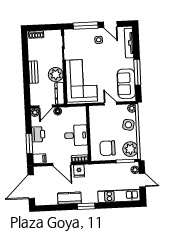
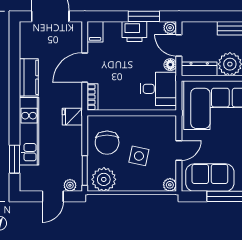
side table: (128, 125) -> (139, 156), moved
desk: (76, 135) -> (158, 89), moved, turned -90
window: (29, 144) -> (144, 16), moved
chair: (108, 148) -> (107, 143), turned 180
fridge: (79, 171) -> (72, 117), moved
kitchen unit: (119, 196) -> (29, 131), moved
window: (86, 206) -> (15, 159), moved

